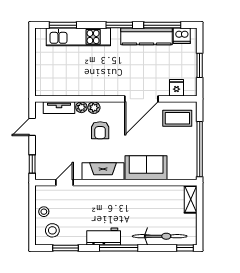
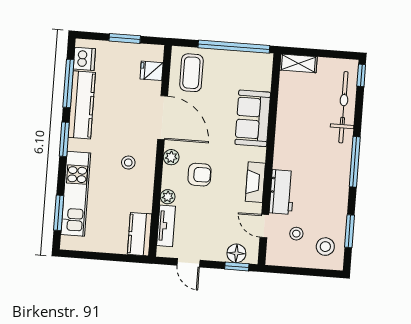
stool: (105, 75) -> (128, 163), added
kitchen counter: (51, 88) -> (140, 234), added
plant: (94, 108) -> (171, 157), moved
floor lamp: (42, 163) -> (236, 253), added
fireplace: (103, 171) -> (255, 182), width x0.73, depth x0.76
stool: (44, 212) -> (296, 234), moved
workbench: (104, 236) -> (282, 192), moved, turned 180

